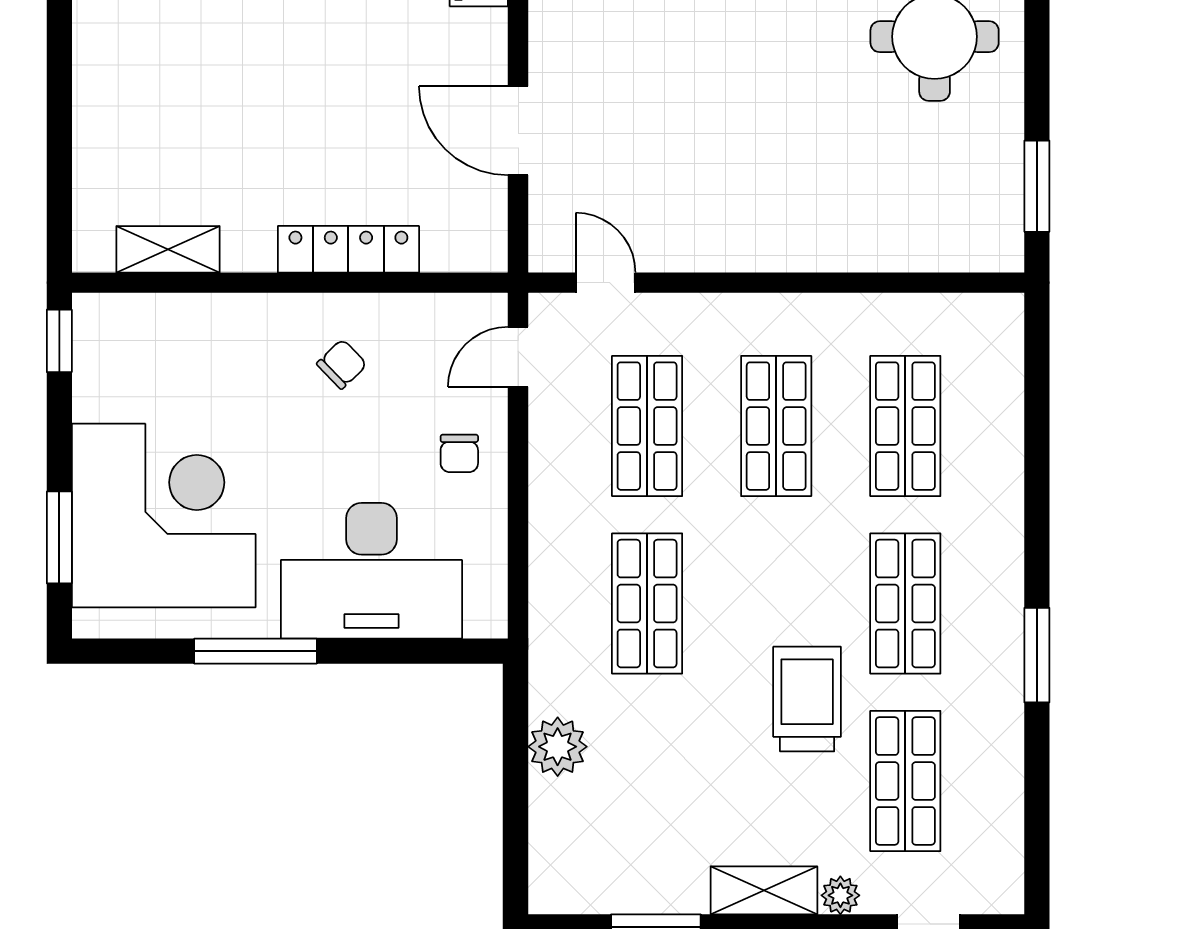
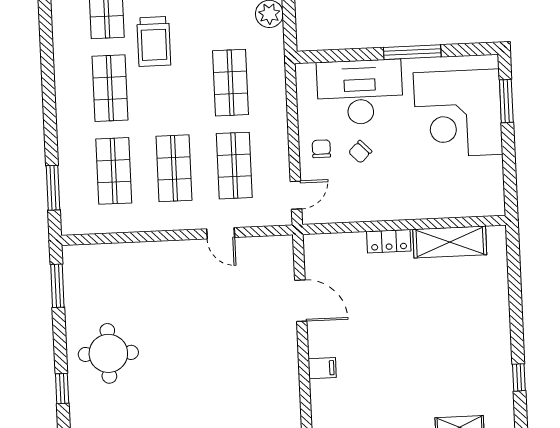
shelving: (168, 249) -> (450, 242), width x1.50, depth x1.33
locker: (348, 249) -> (389, 241), width x0.66
door: (605, 283) -> (221, 233), moved
window: (59, 341) -> (510, 193), removed
chair: (342, 364) -> (360, 152), moved
window: (1037, 655) -> (53, 188), moved

